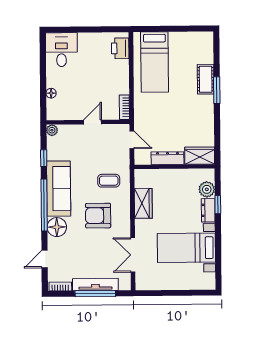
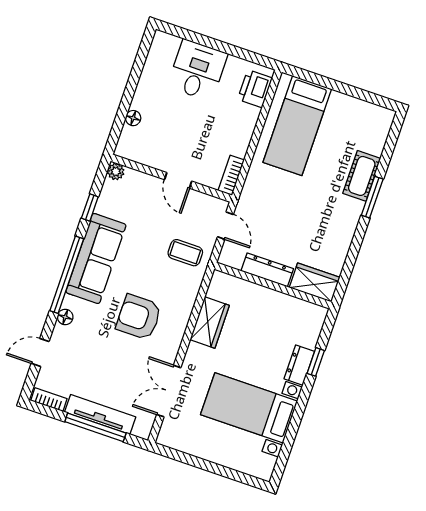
desk: (61, 50) -> (197, 70), moved
door: (93, 122) -> (178, 180), swing flipped
coffee table: (109, 181) -> (185, 253), moved
plant: (207, 189) -> (308, 334), removed
floor lamp: (57, 227) -> (65, 317), width x0.53, depth x0.53

